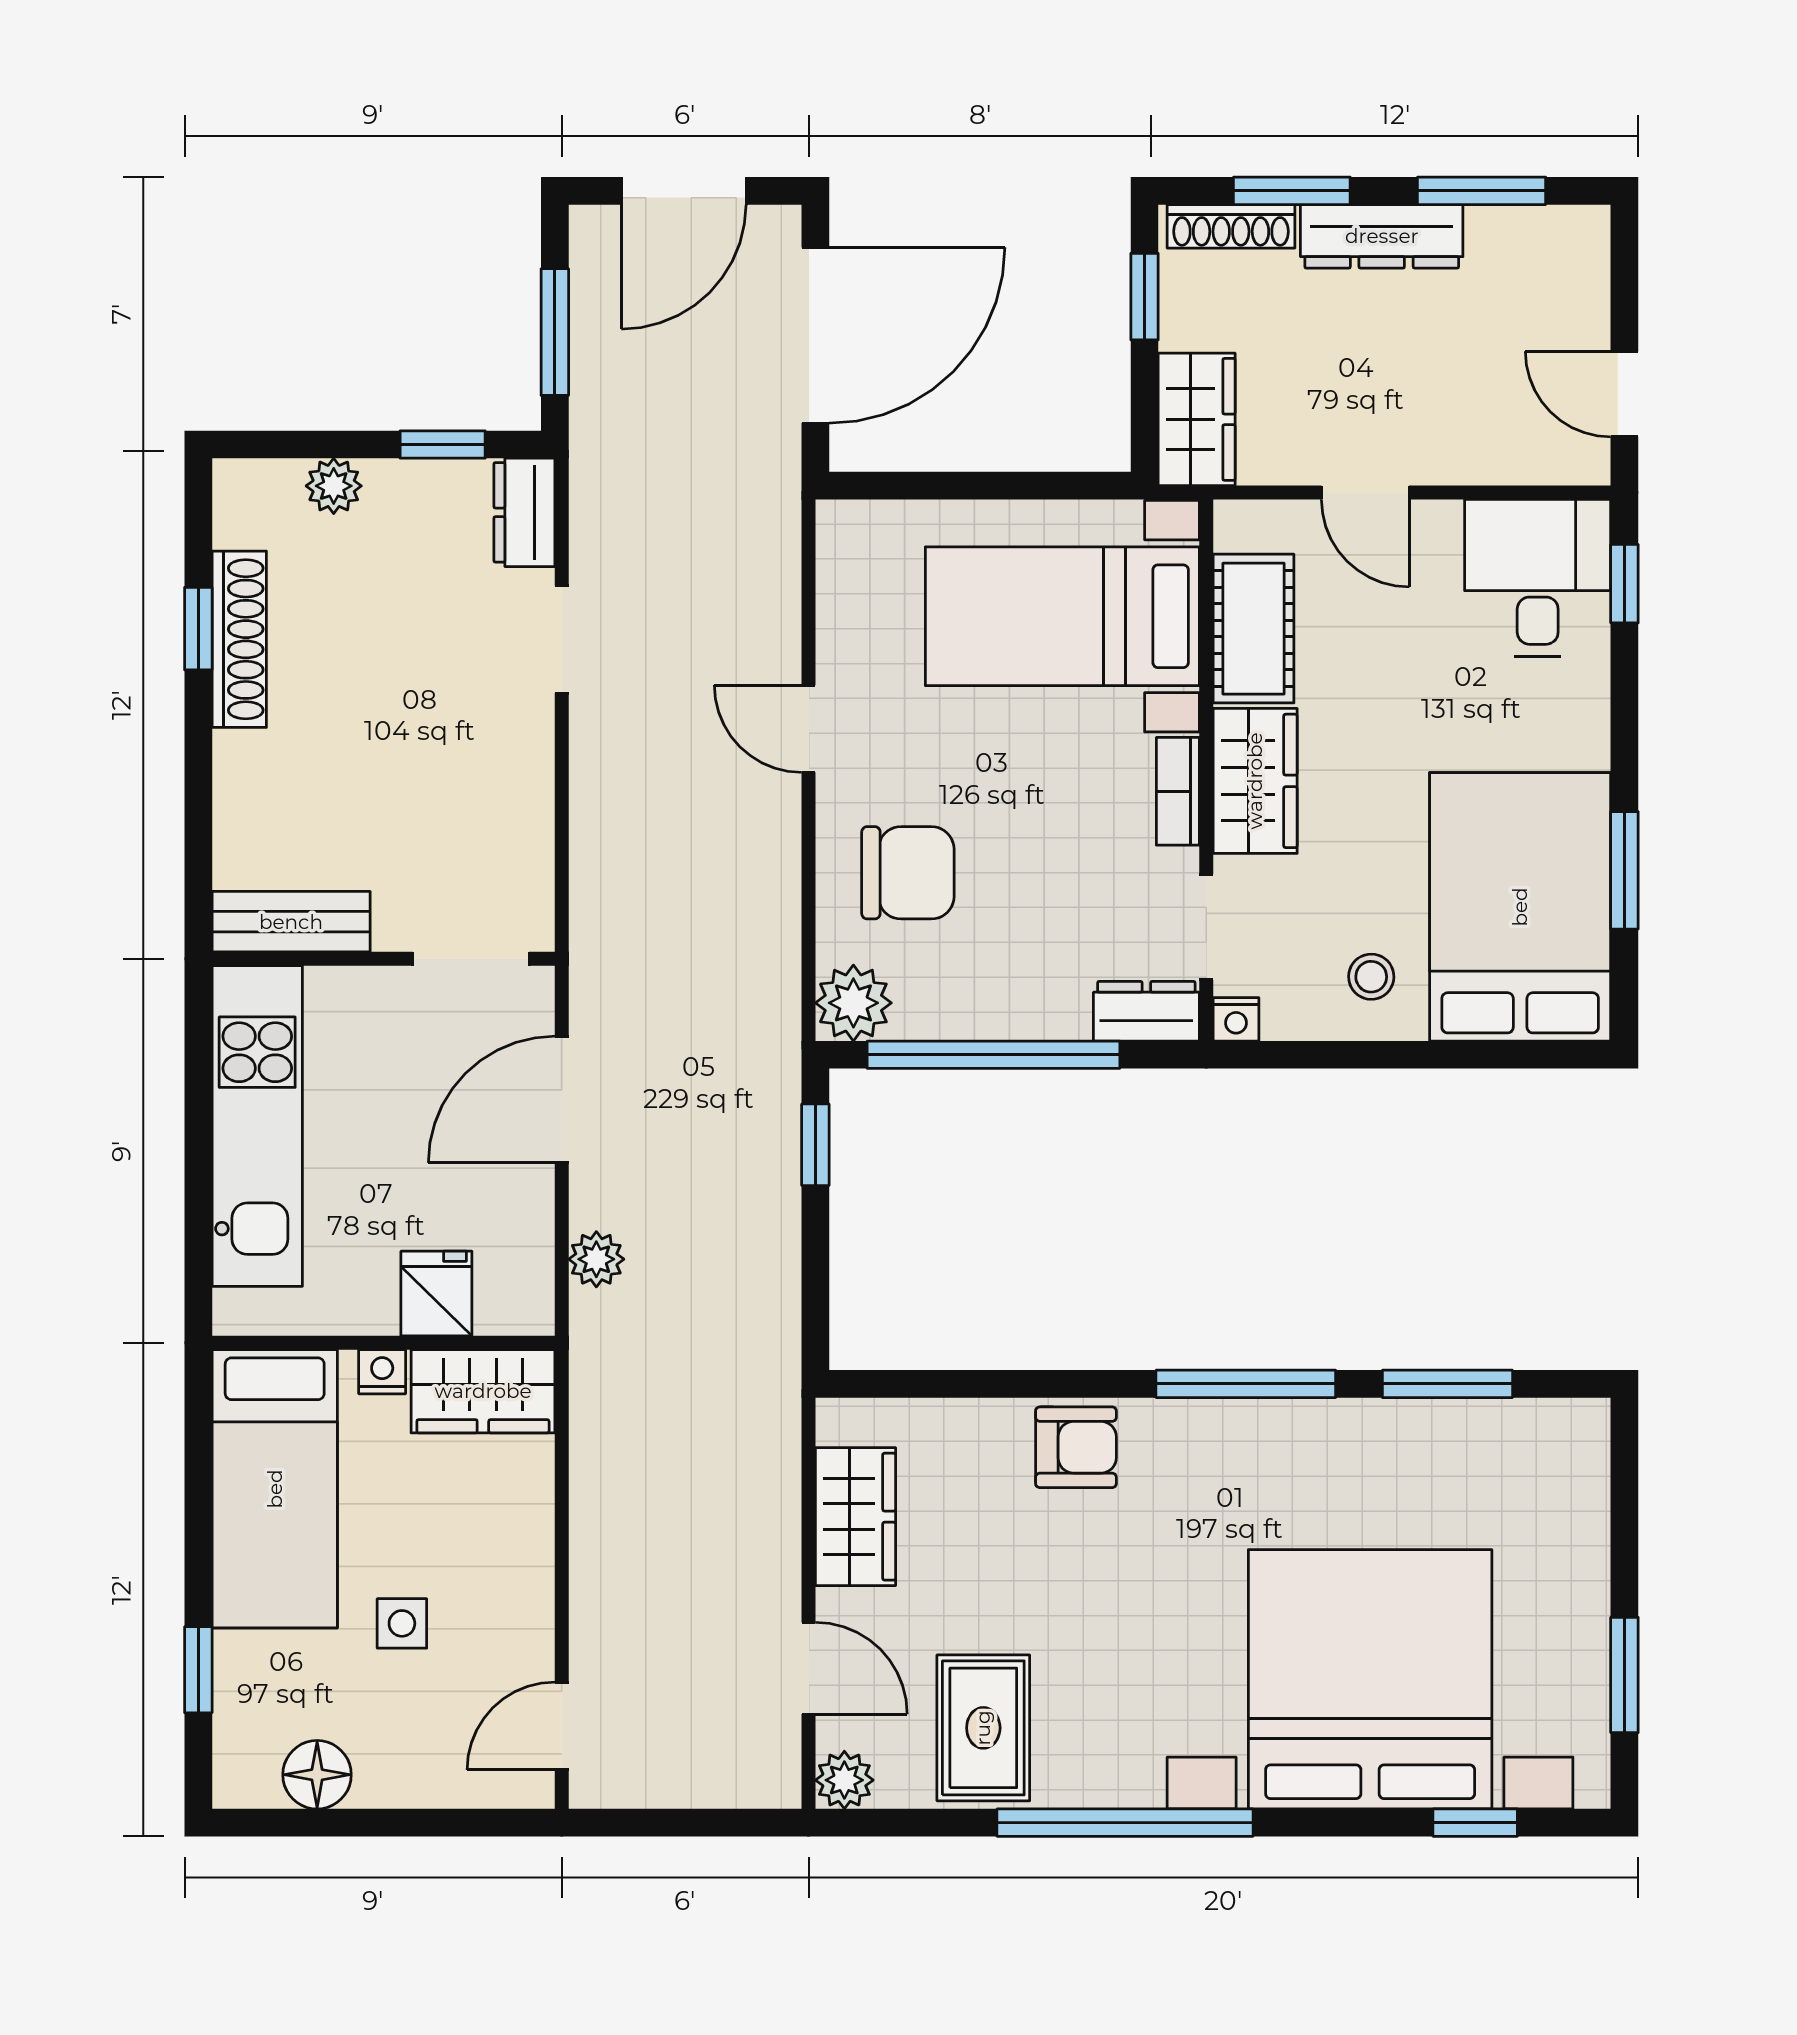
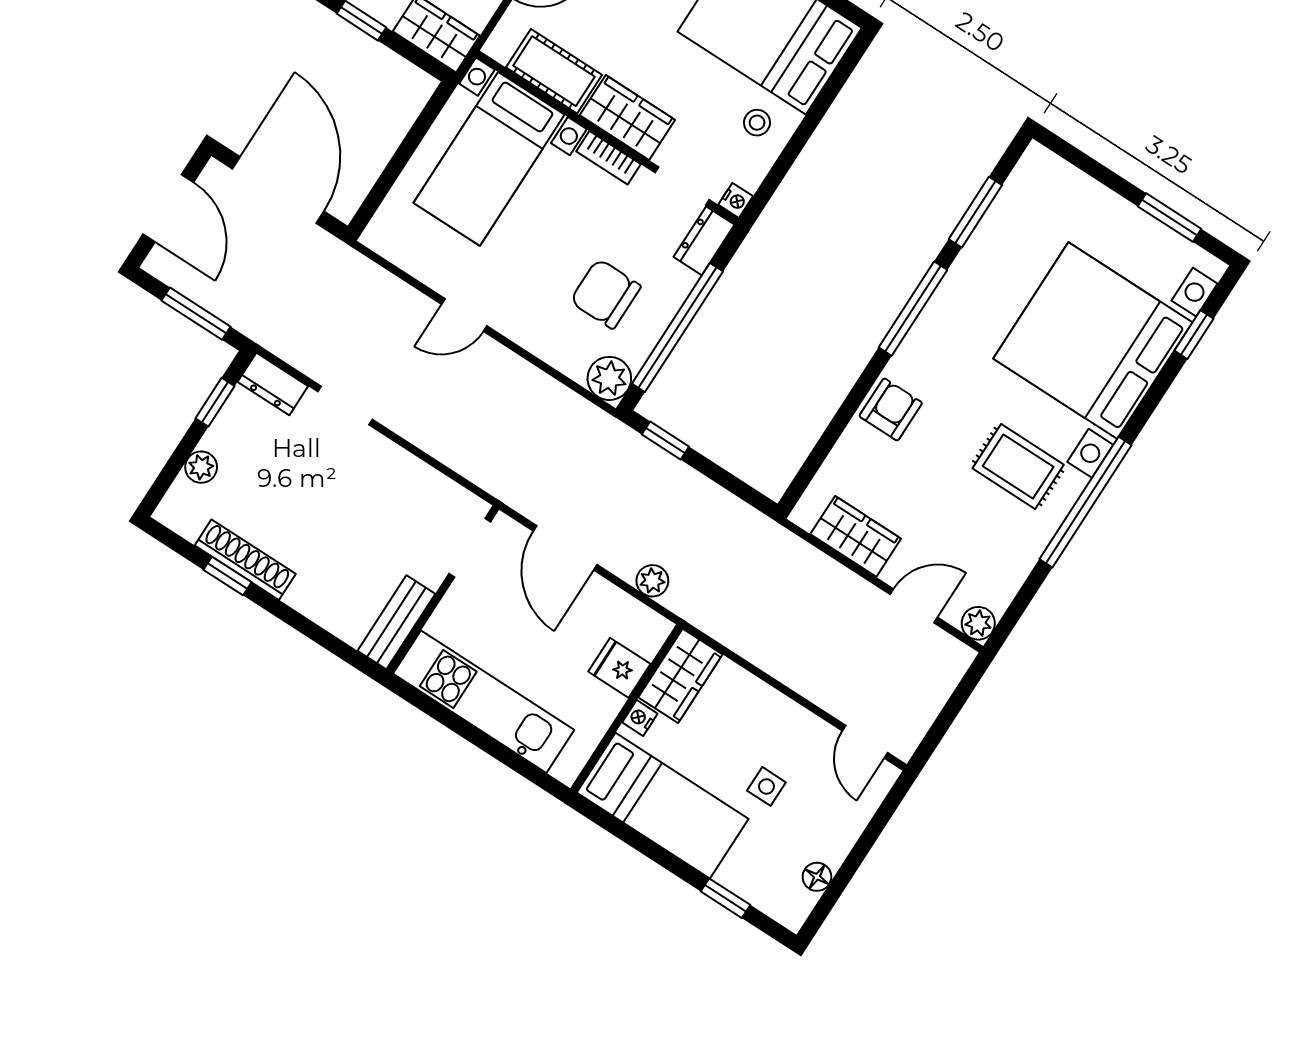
chair: (908, 873) -> (605, 294), moved, turned -90
rug: (983, 1728) -> (1018, 467), moved
floor lamp: (317, 1775) -> (817, 877), width x0.73, depth x0.73

